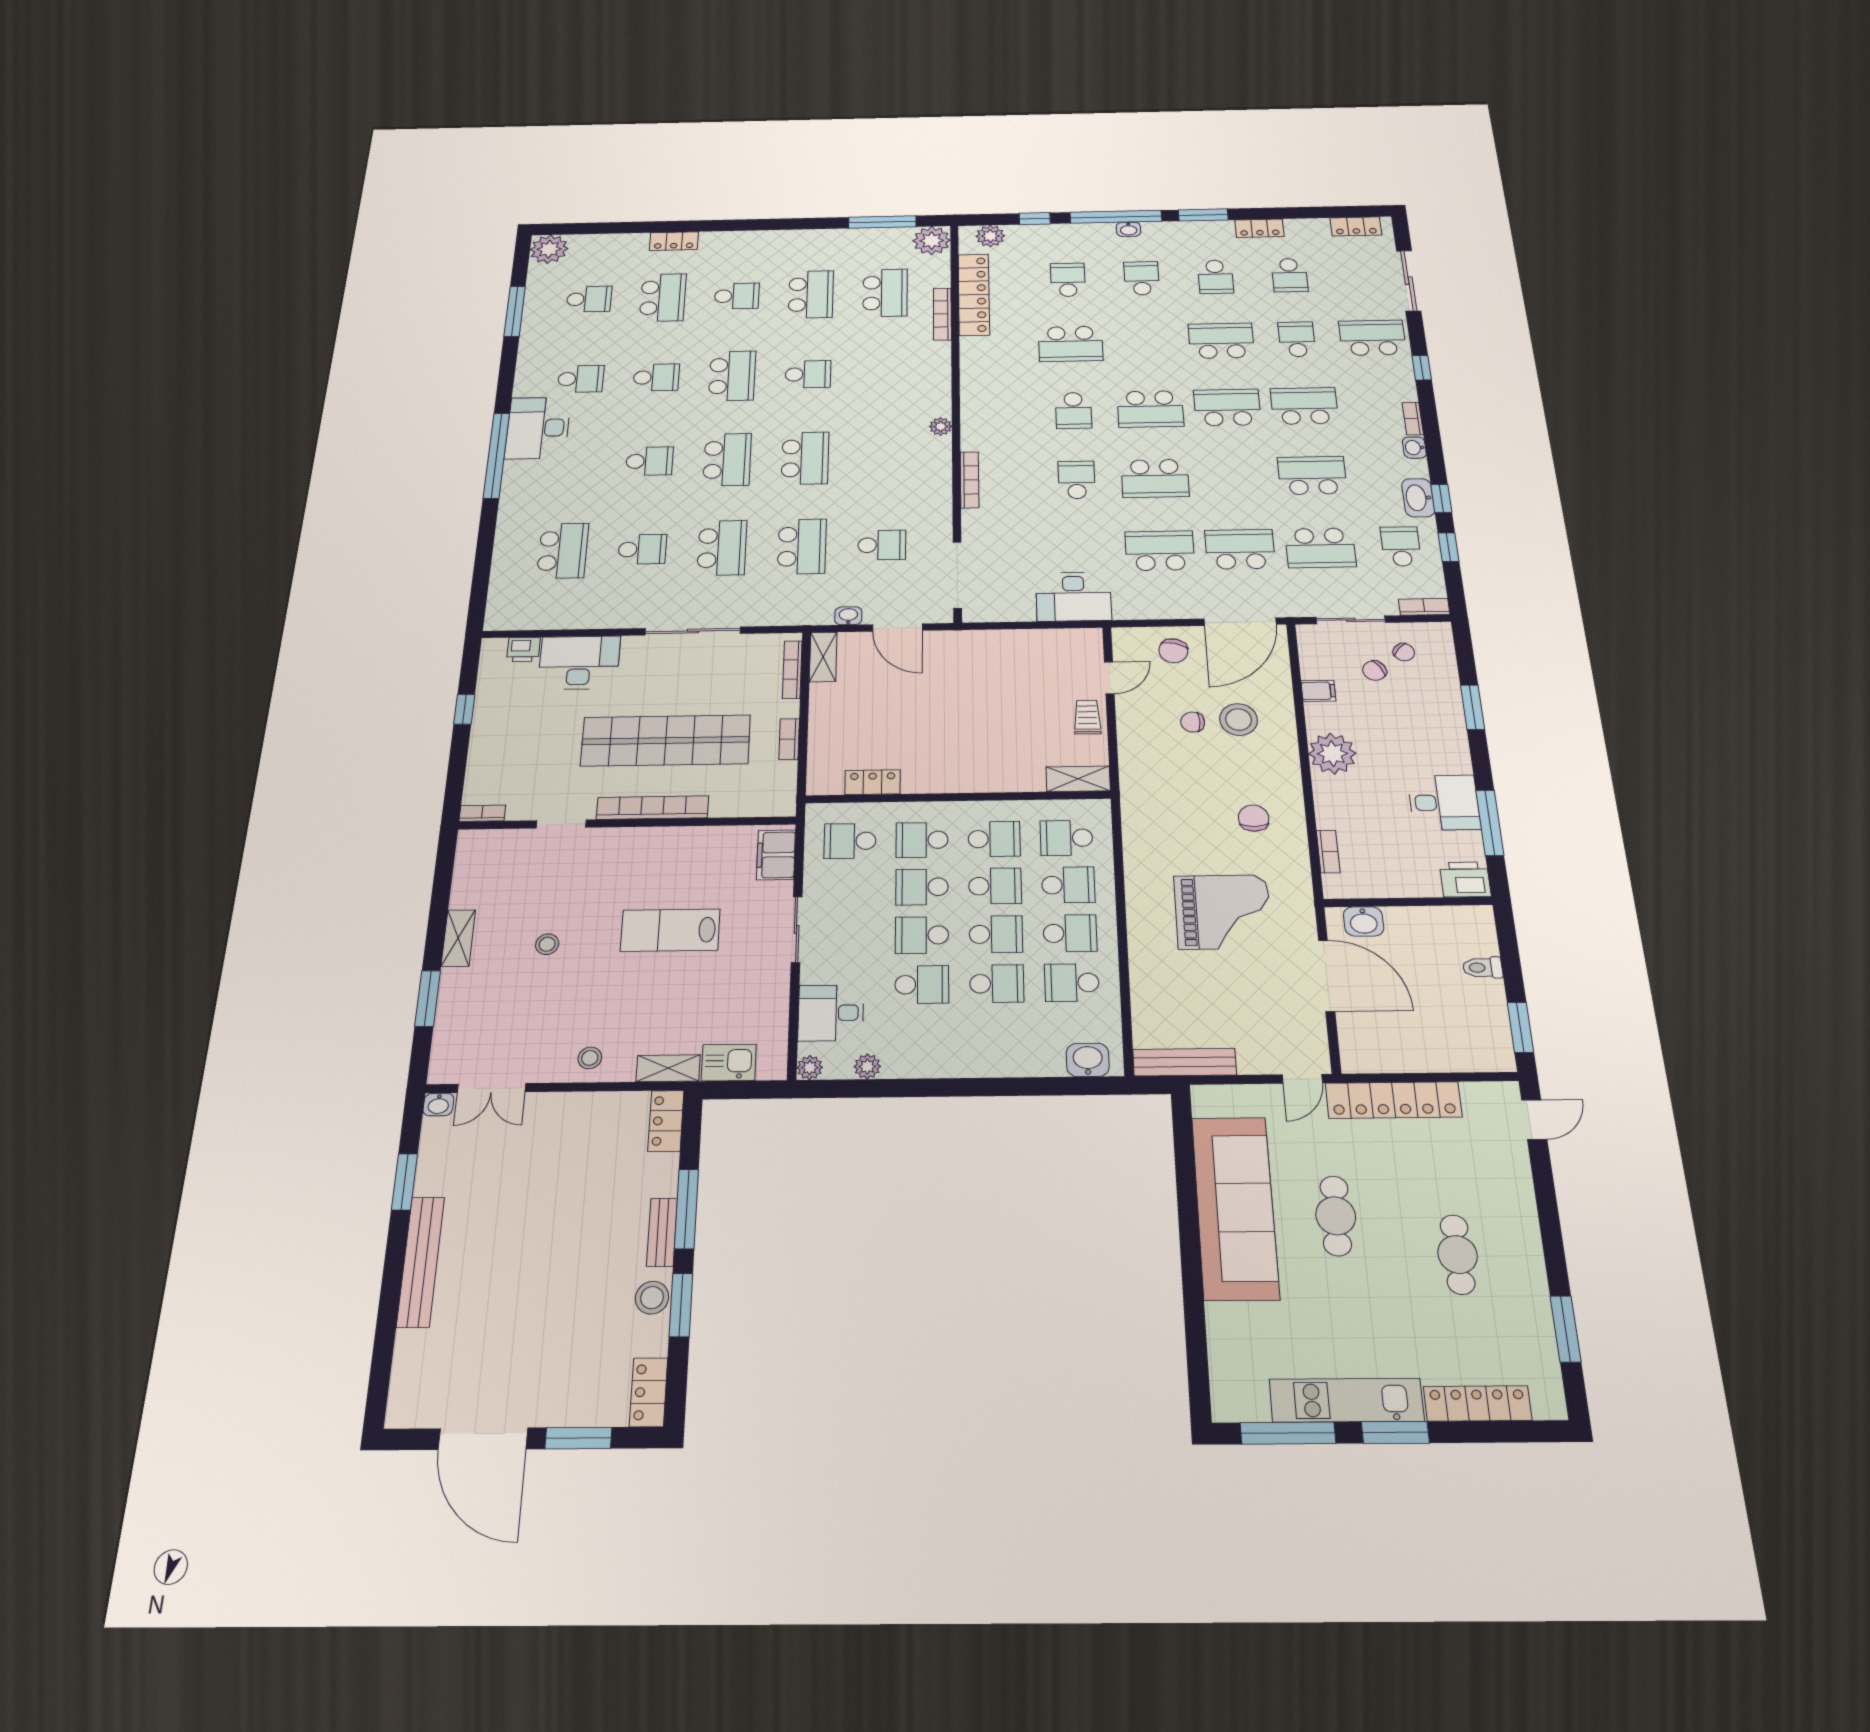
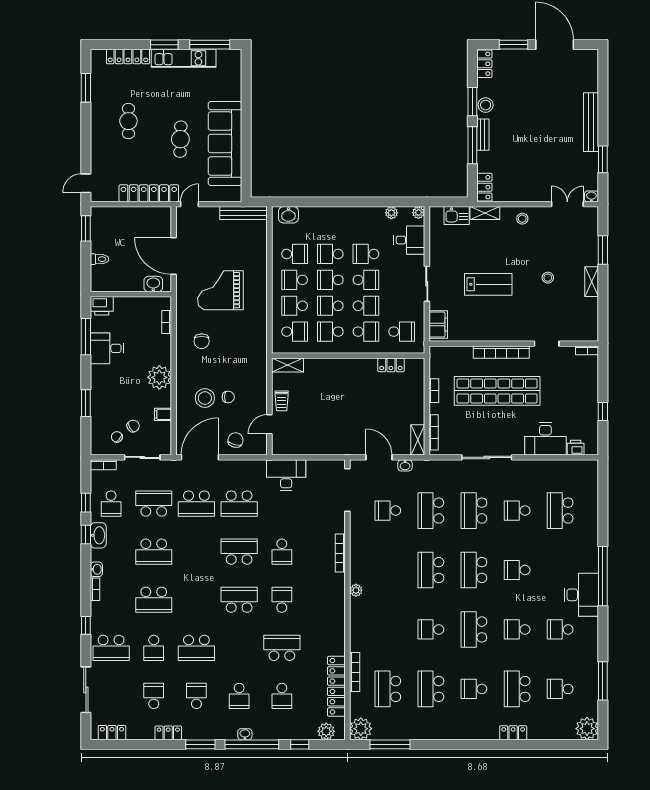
school desk: (1227, 407) -> (196, 600), removed

